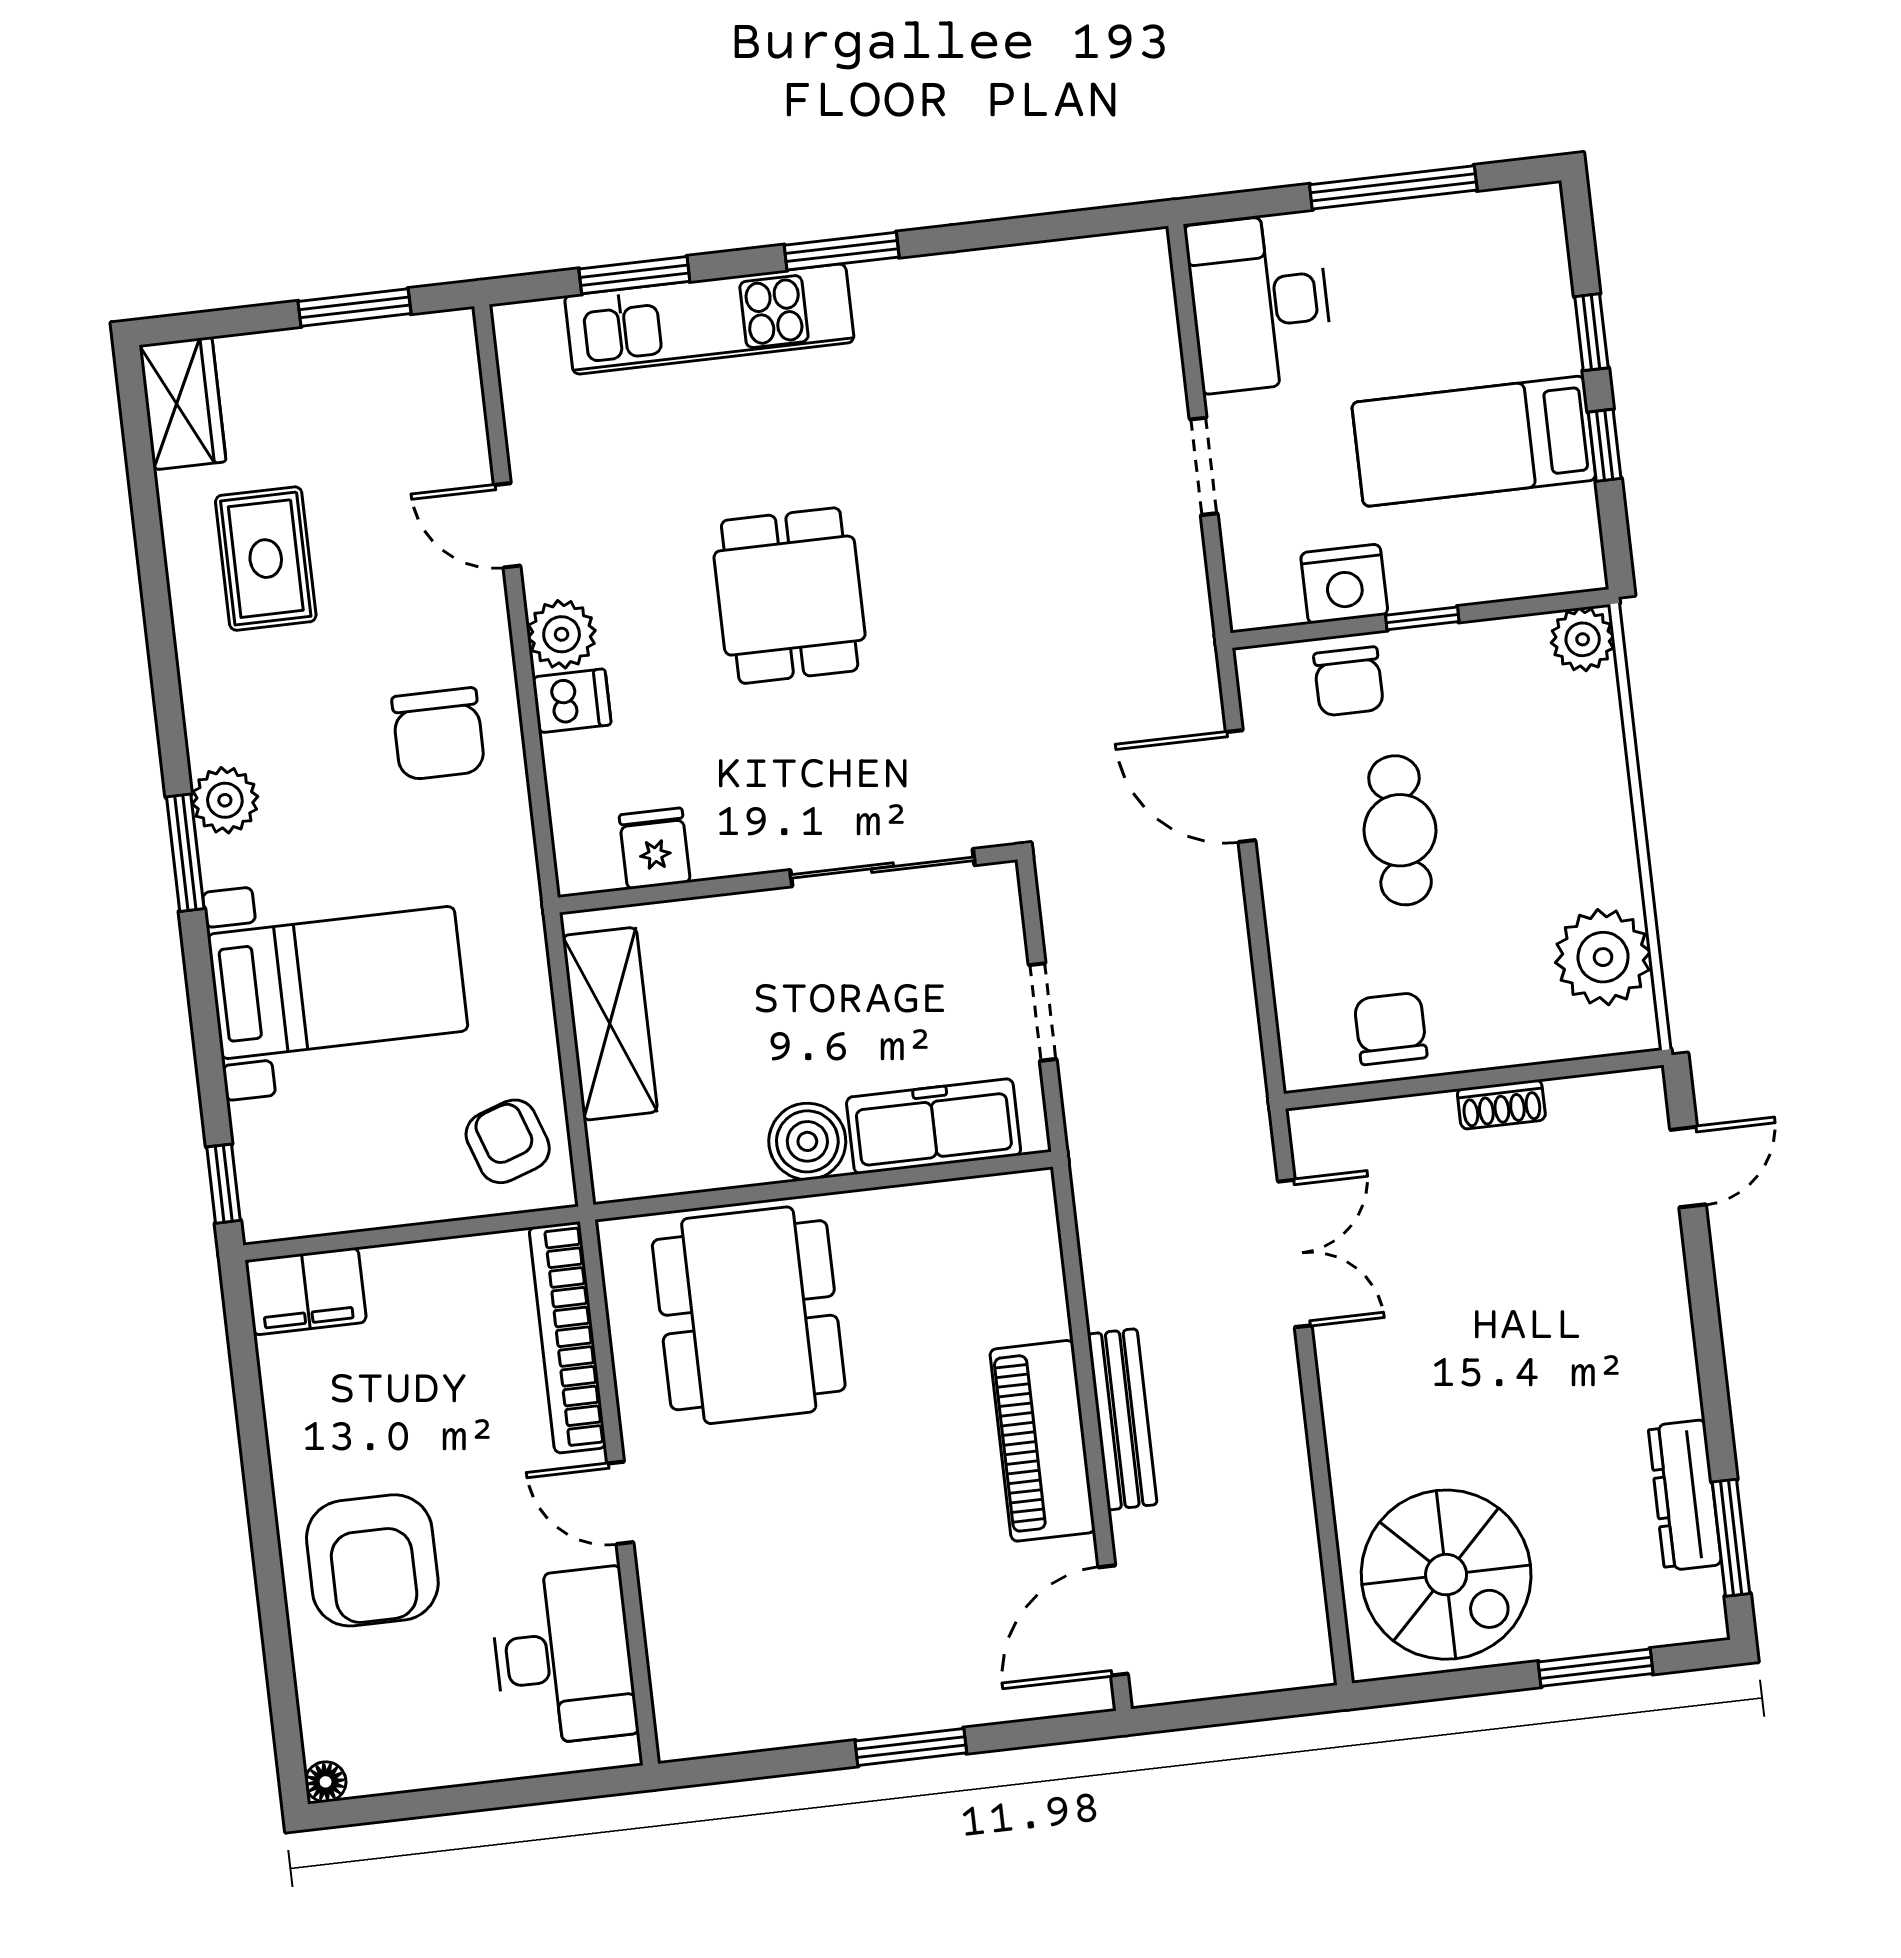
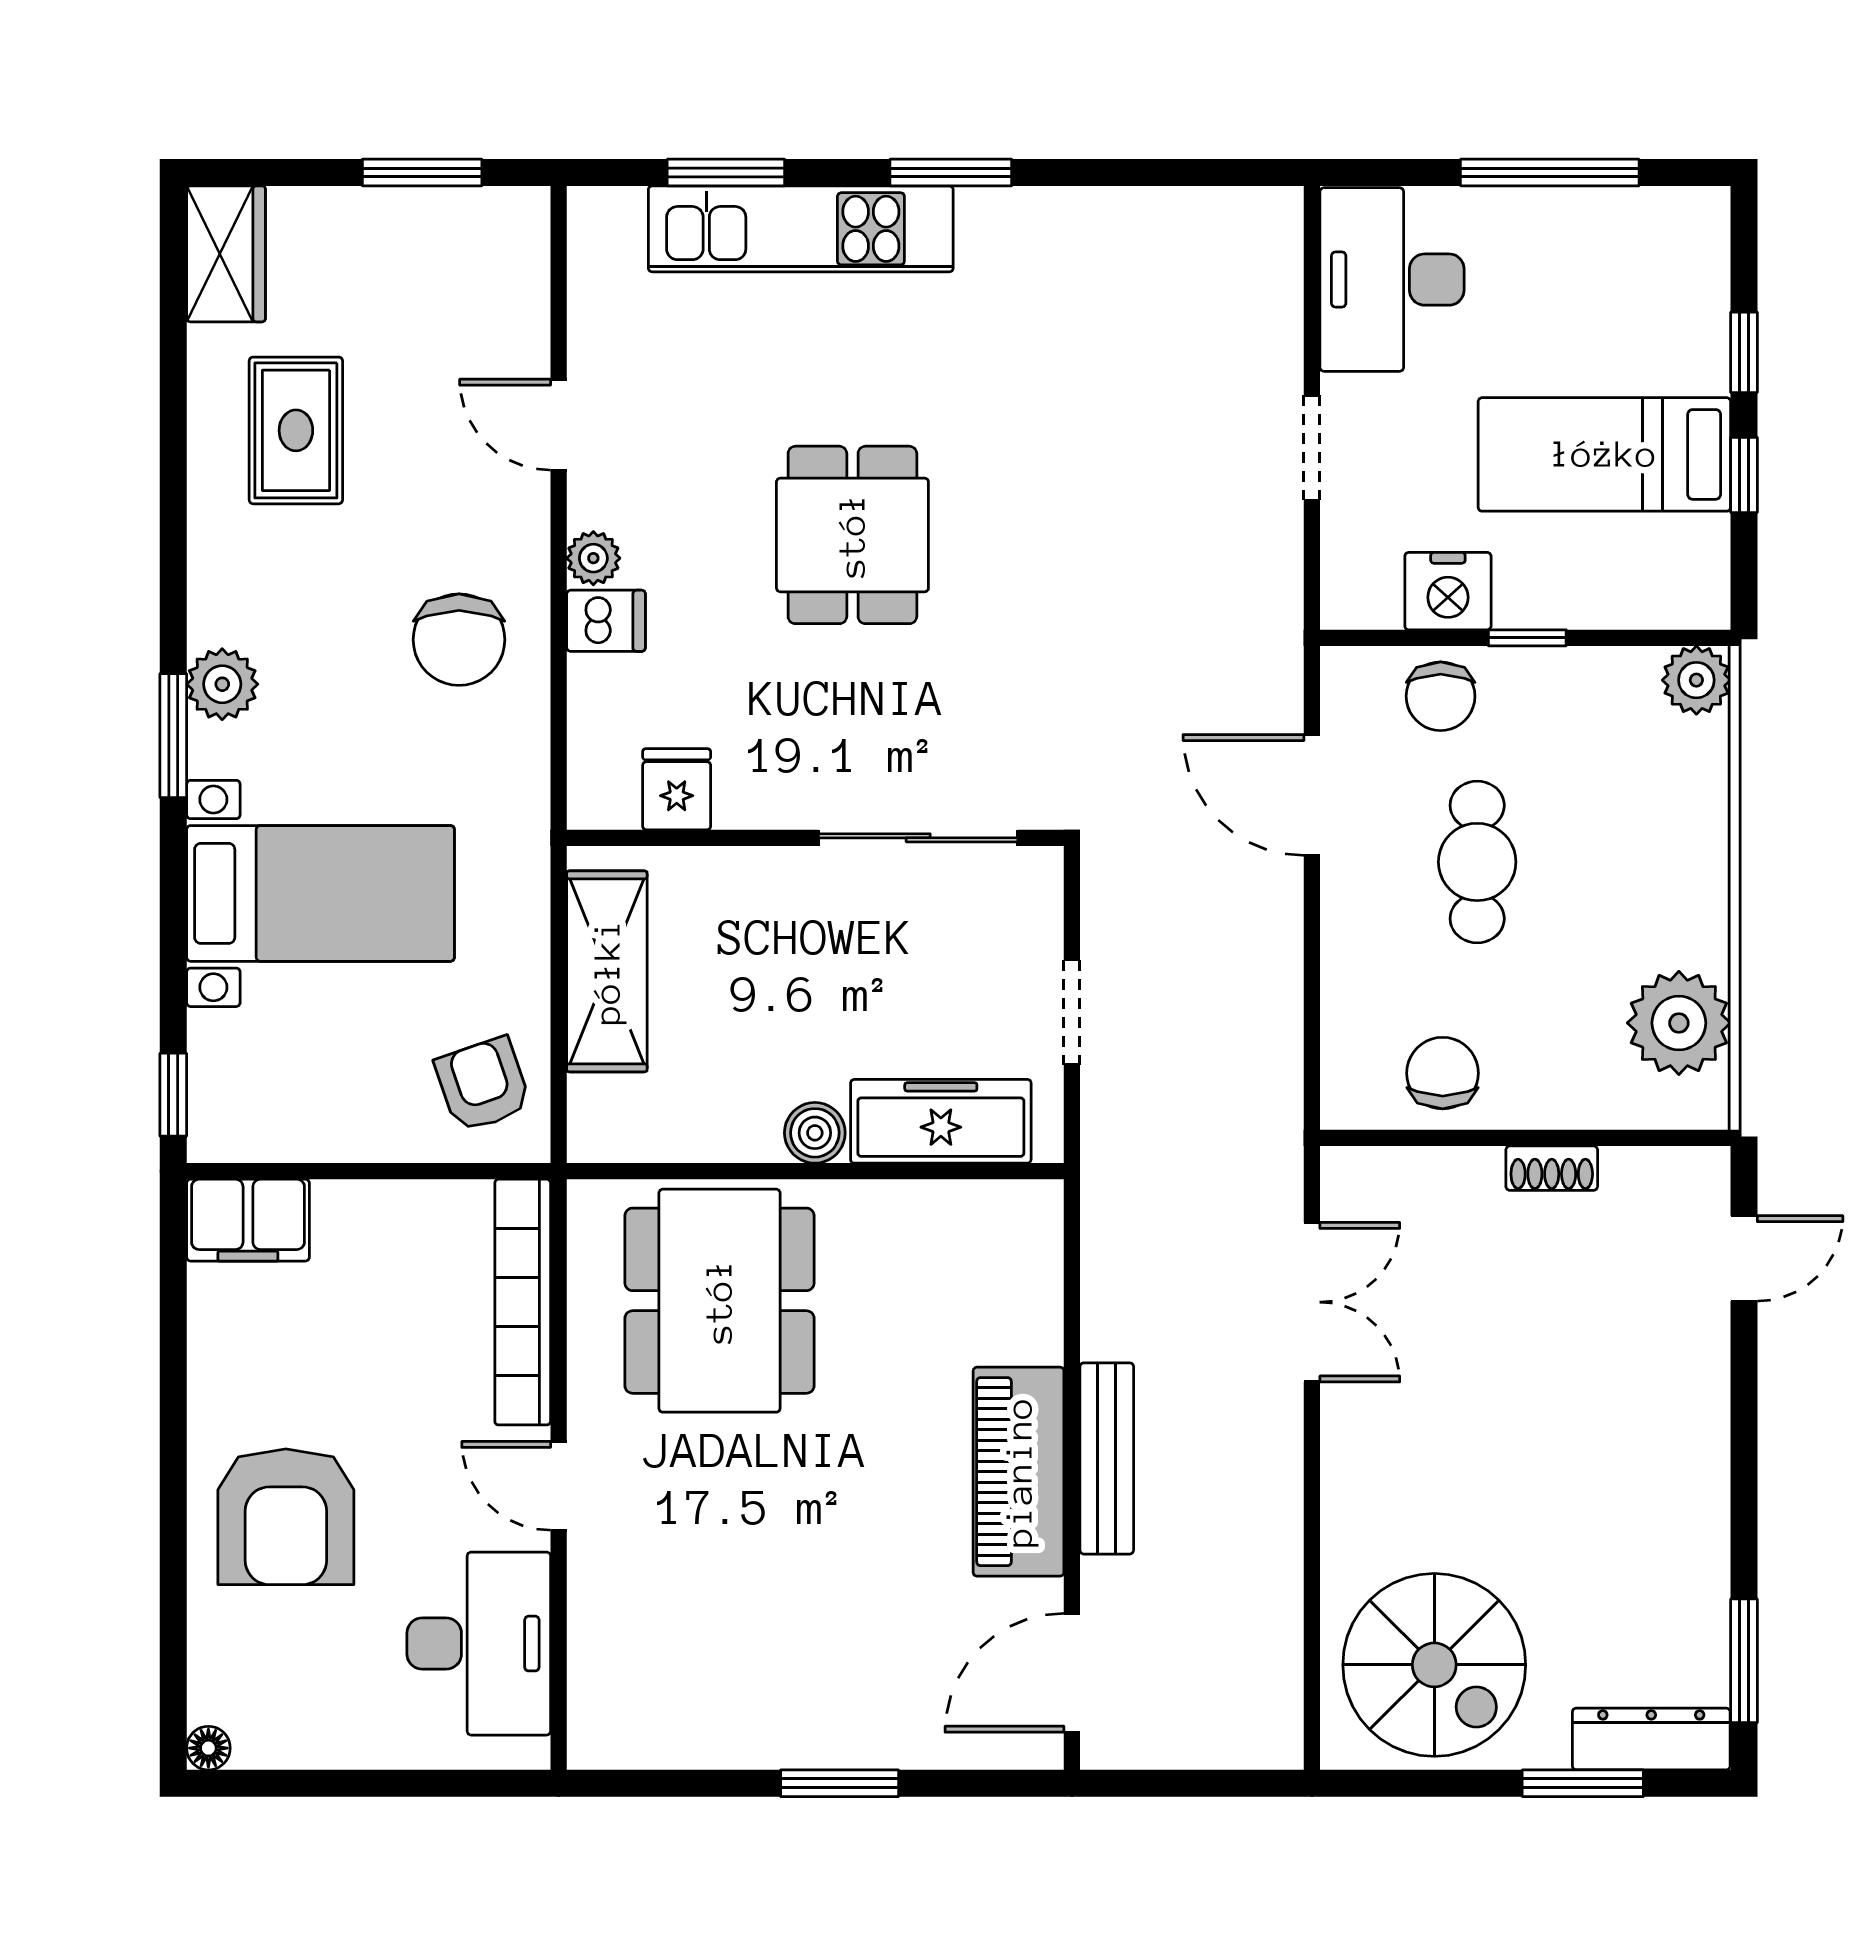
plant: (562, 634) -> (593, 558), width x0.73, depth x0.73
boiler: (807, 1141) -> (815, 1133), width x0.73, depth x0.73
dresser: (1685, 1495) -> (1651, 1739), moved, turned 90

